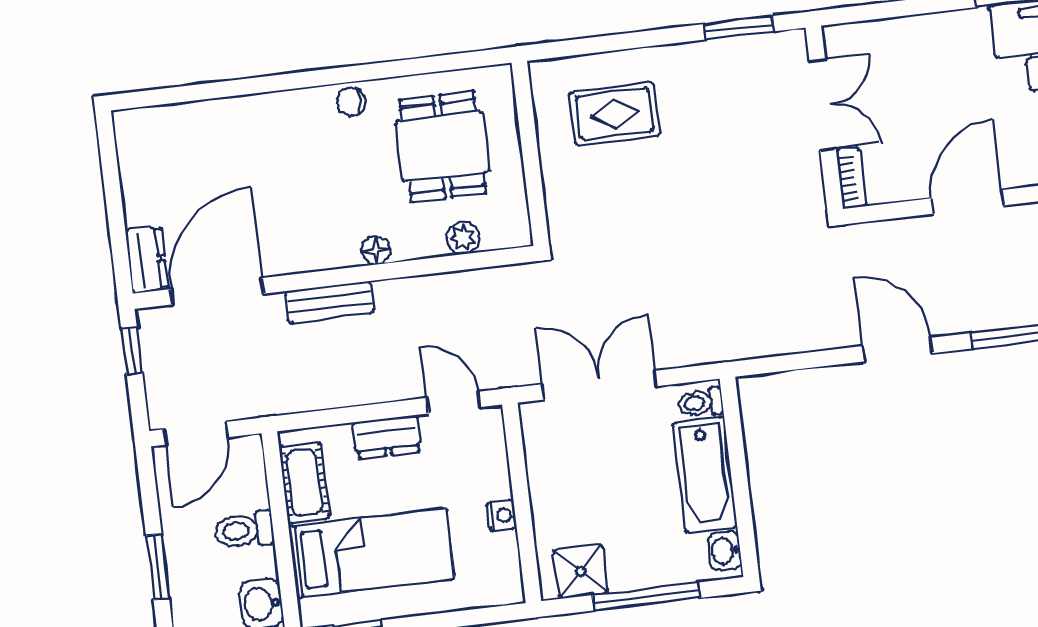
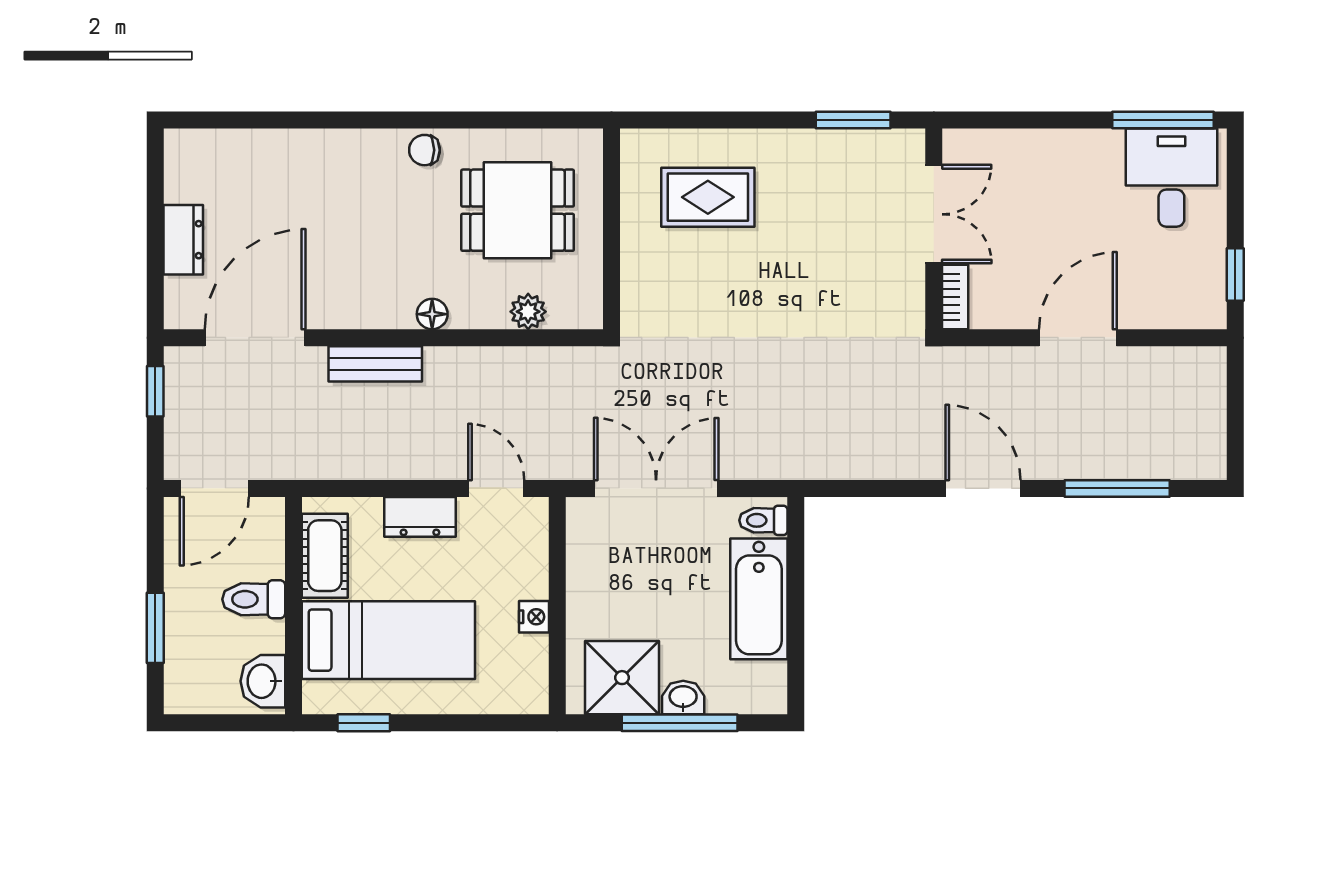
dining table: (442, 146) -> (518, 210), turned 90
dresser: (147, 260) -> (183, 240), moved
washbasin: (725, 551) -> (683, 698), moved, turned 90
shower: (581, 572) -> (622, 678), width x1.36, depth x1.36

